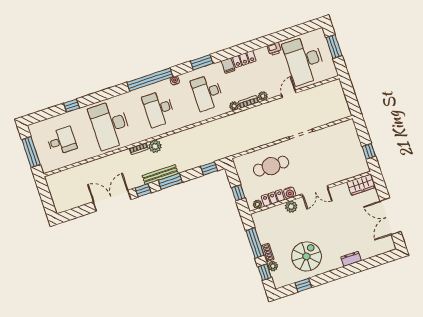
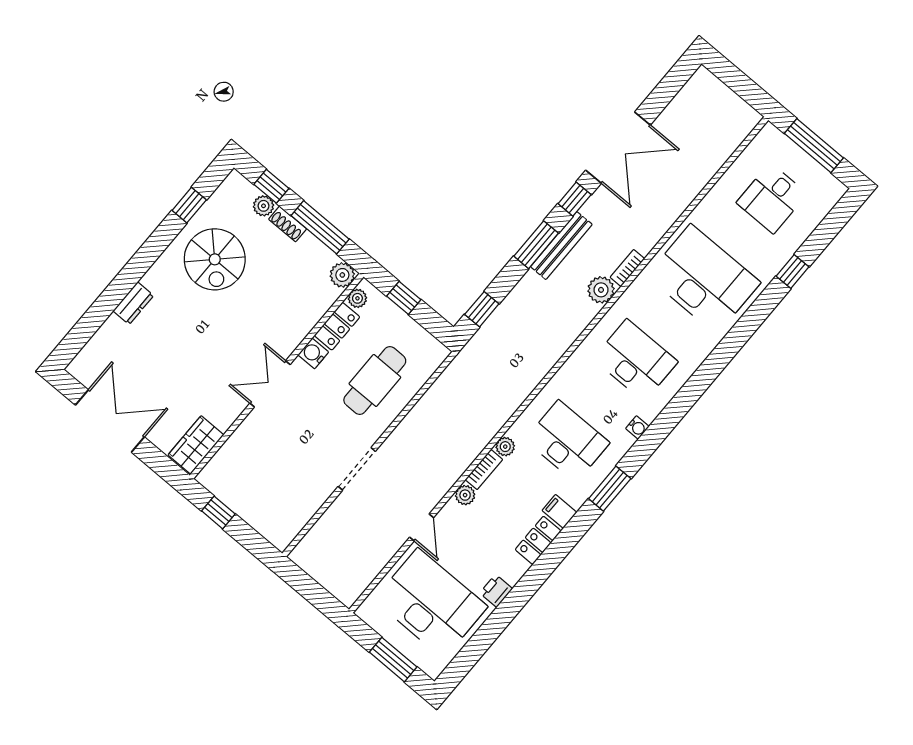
window: (150, 80) -> (682, 402), removed
plant: (291, 207) -> (342, 275), moved

